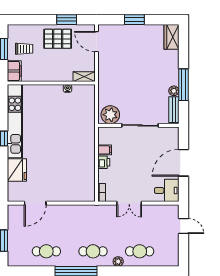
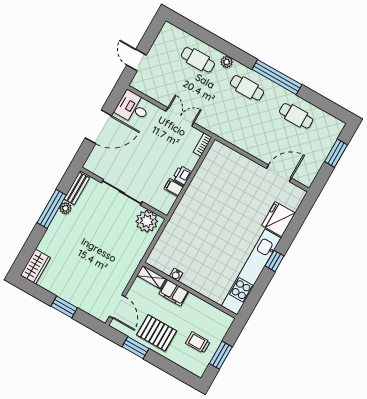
filing cabinet: (14, 71) -> (174, 293), moved, turned -90

